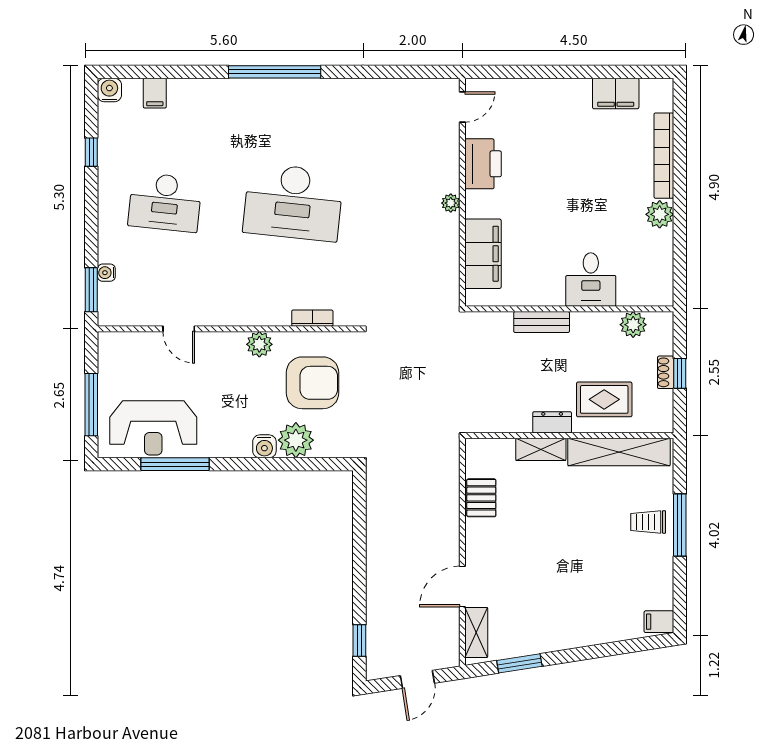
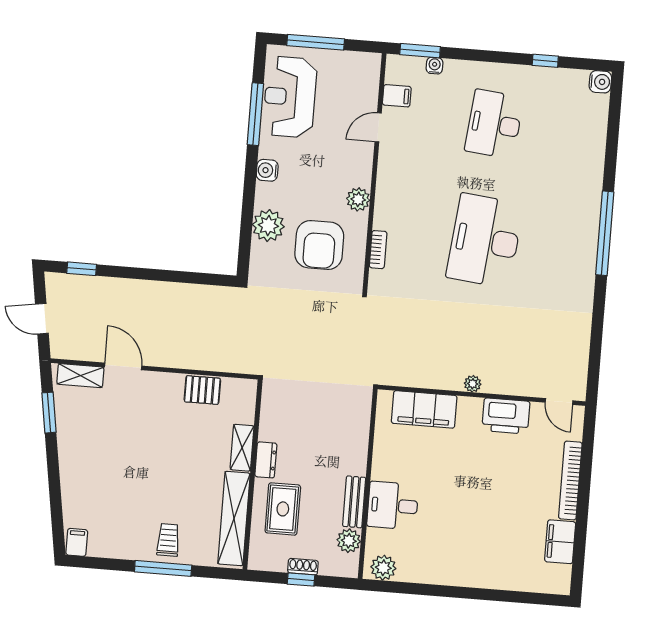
filing cabinet: (155, 93) -> (397, 96), moved, turned 180
bookcase: (664, 156) -> (570, 480), moved, turned -90
plant: (660, 214) -> (383, 568), moved
bench: (542, 322) -> (354, 502), moved
water cooler: (264, 446) -> (267, 170), moved

